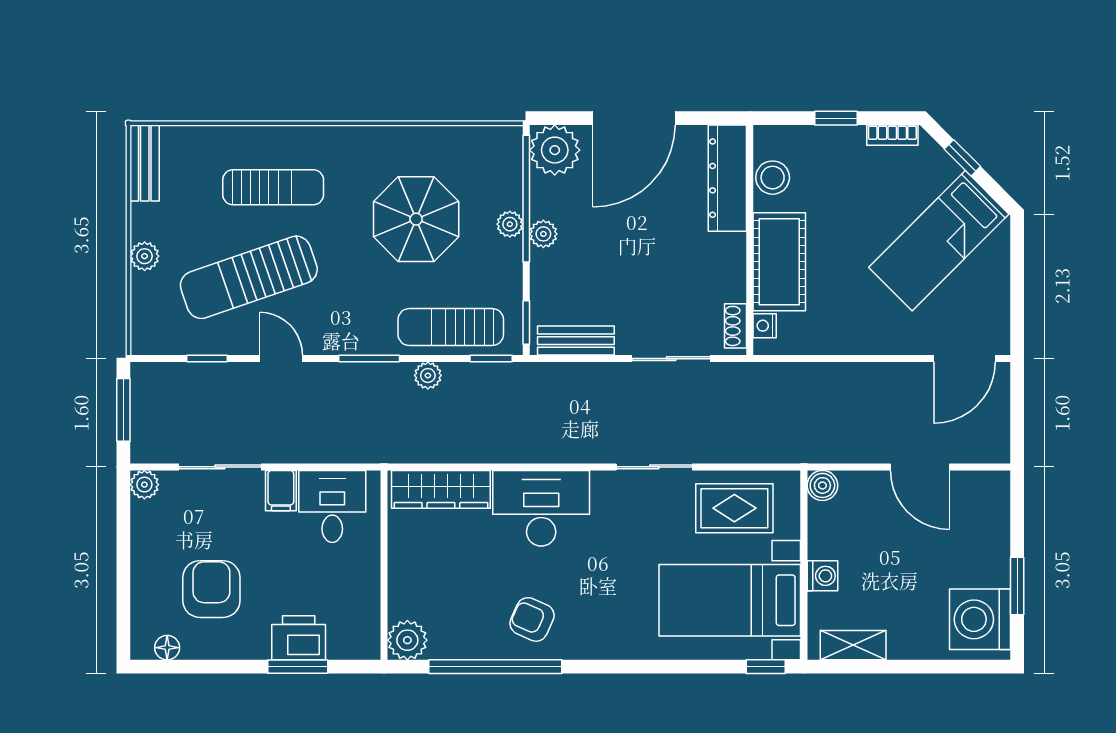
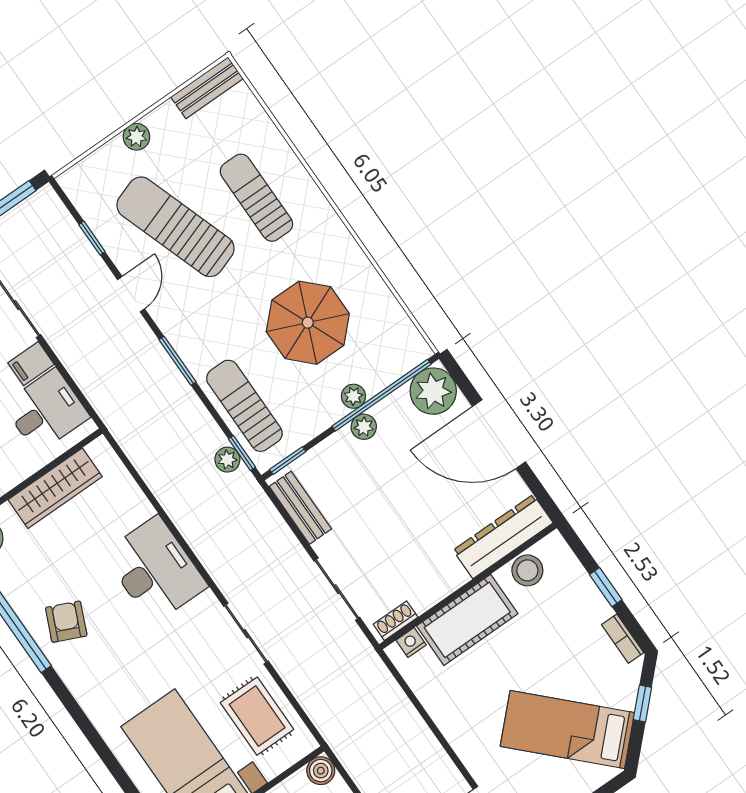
sun lounger: (273, 187) -> (256, 198), turned 180
plant: (428, 375) -> (227, 460), moved
wardrobe: (441, 489) -> (55, 488), moved, turned -90

